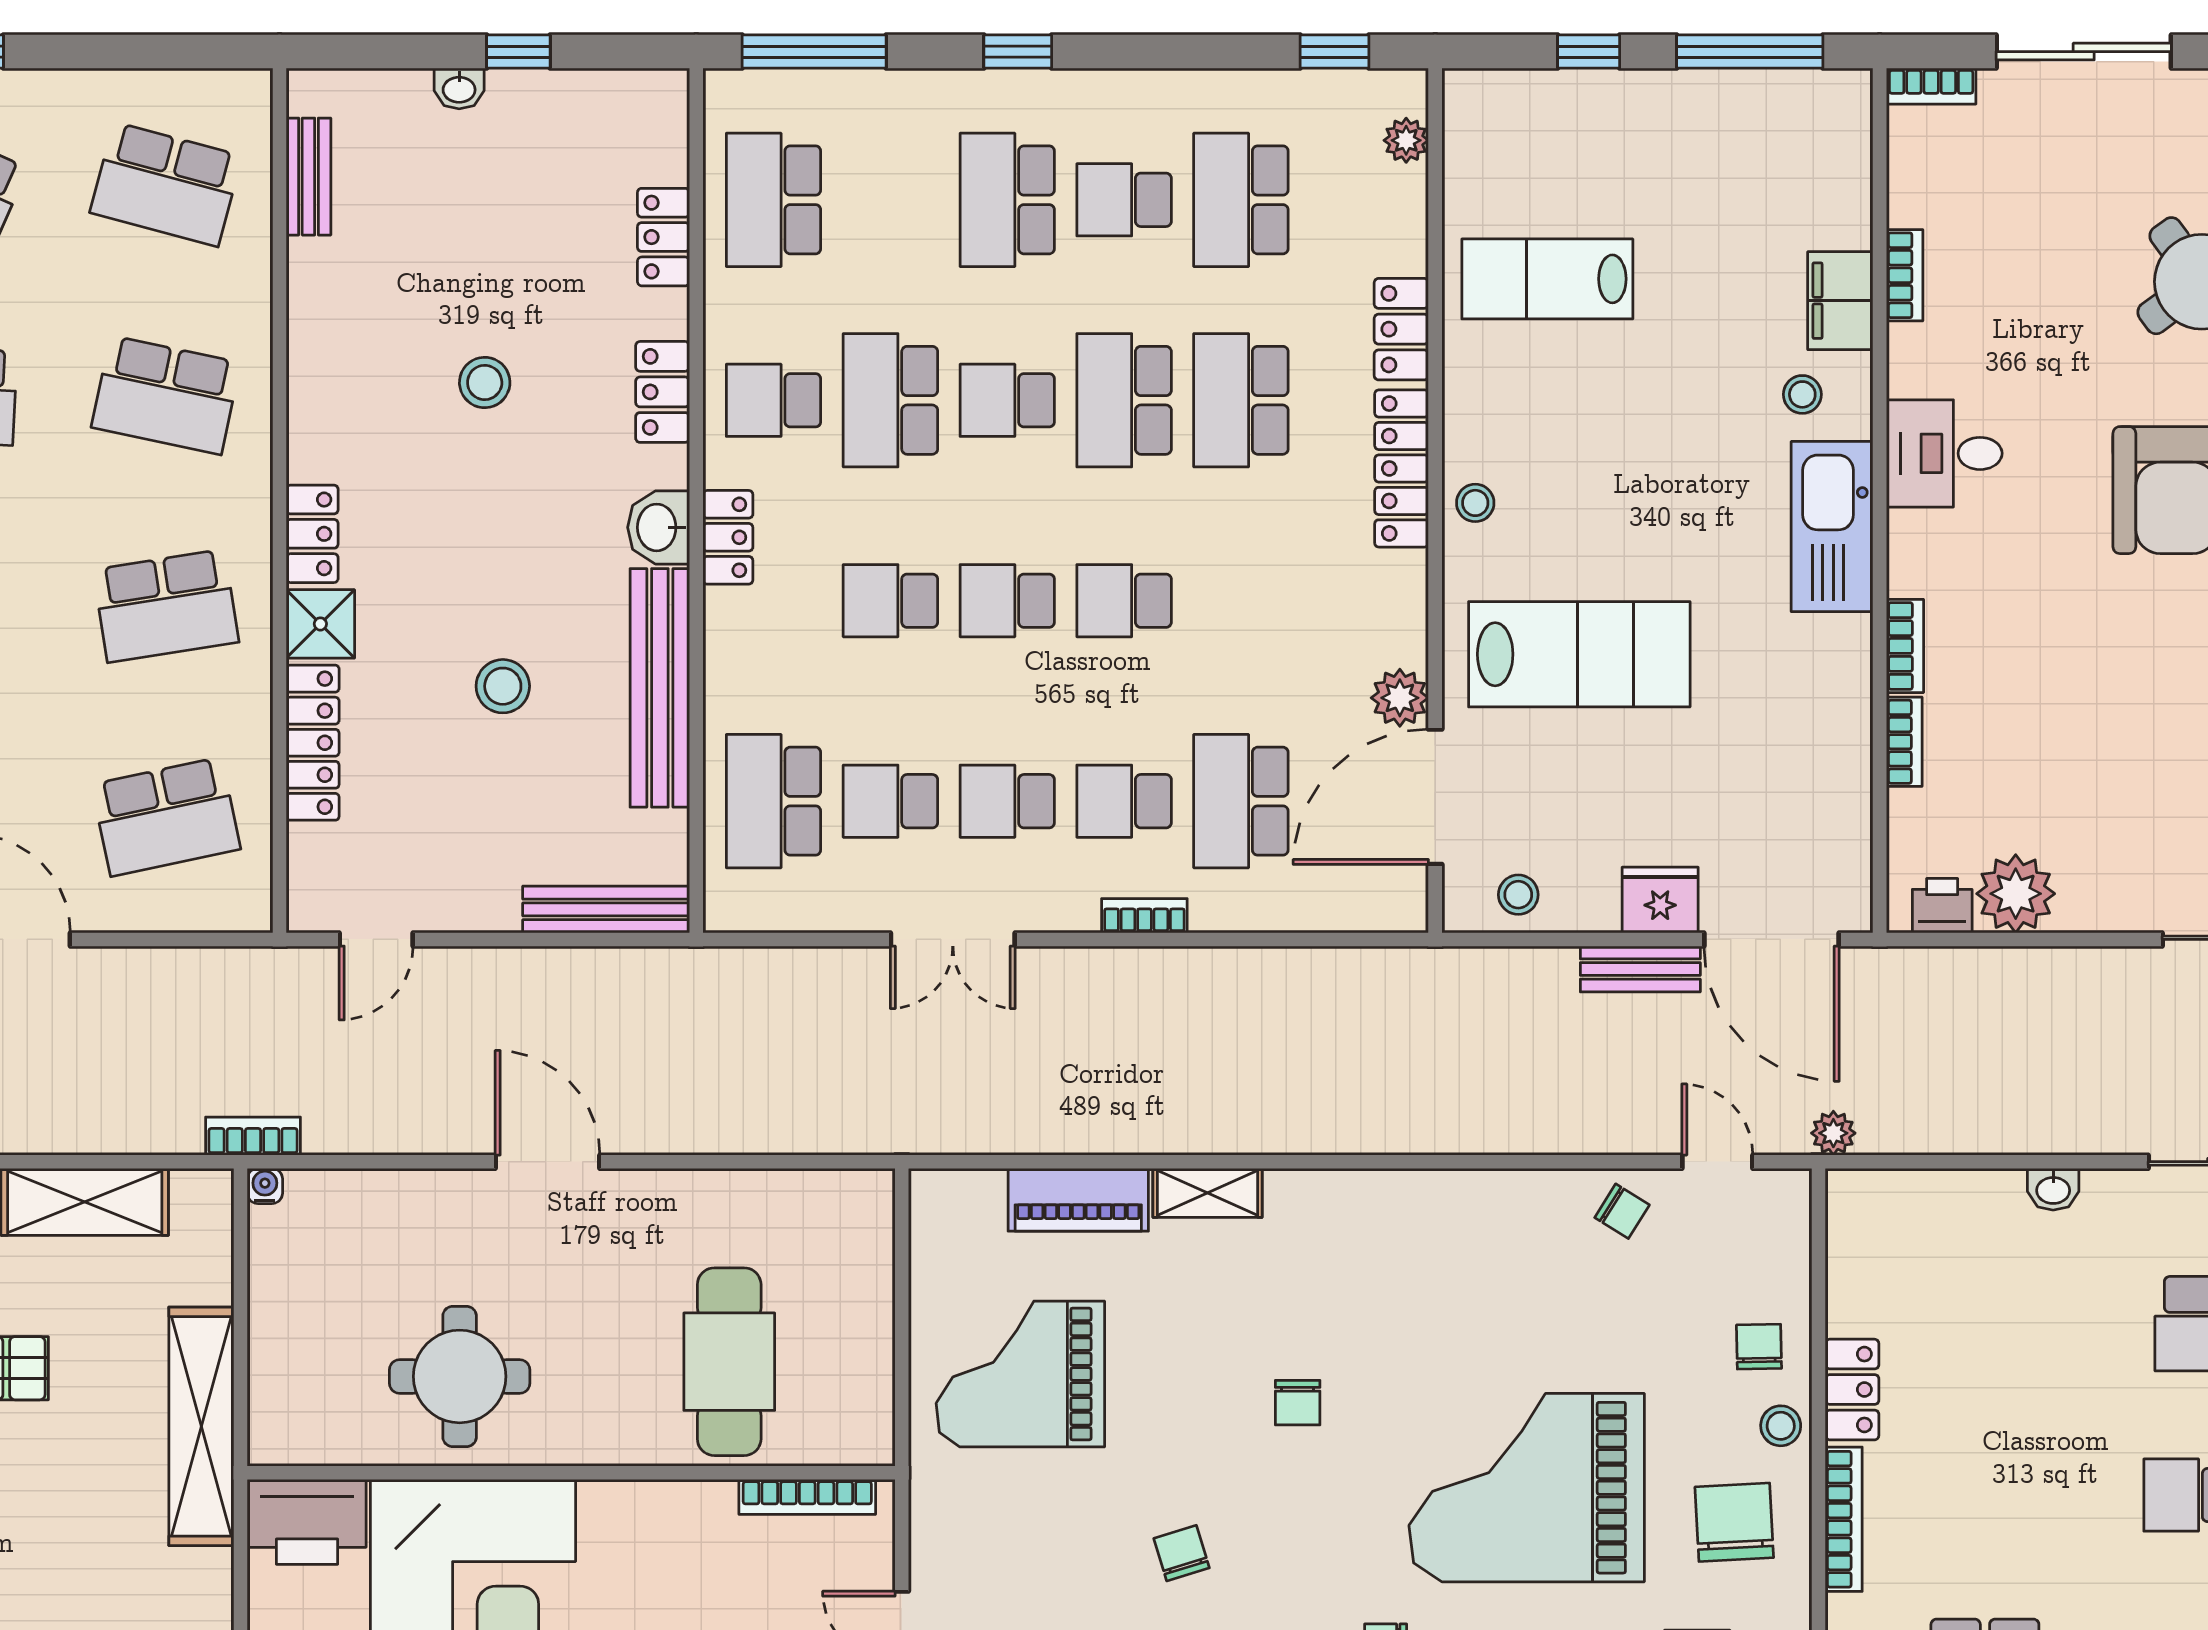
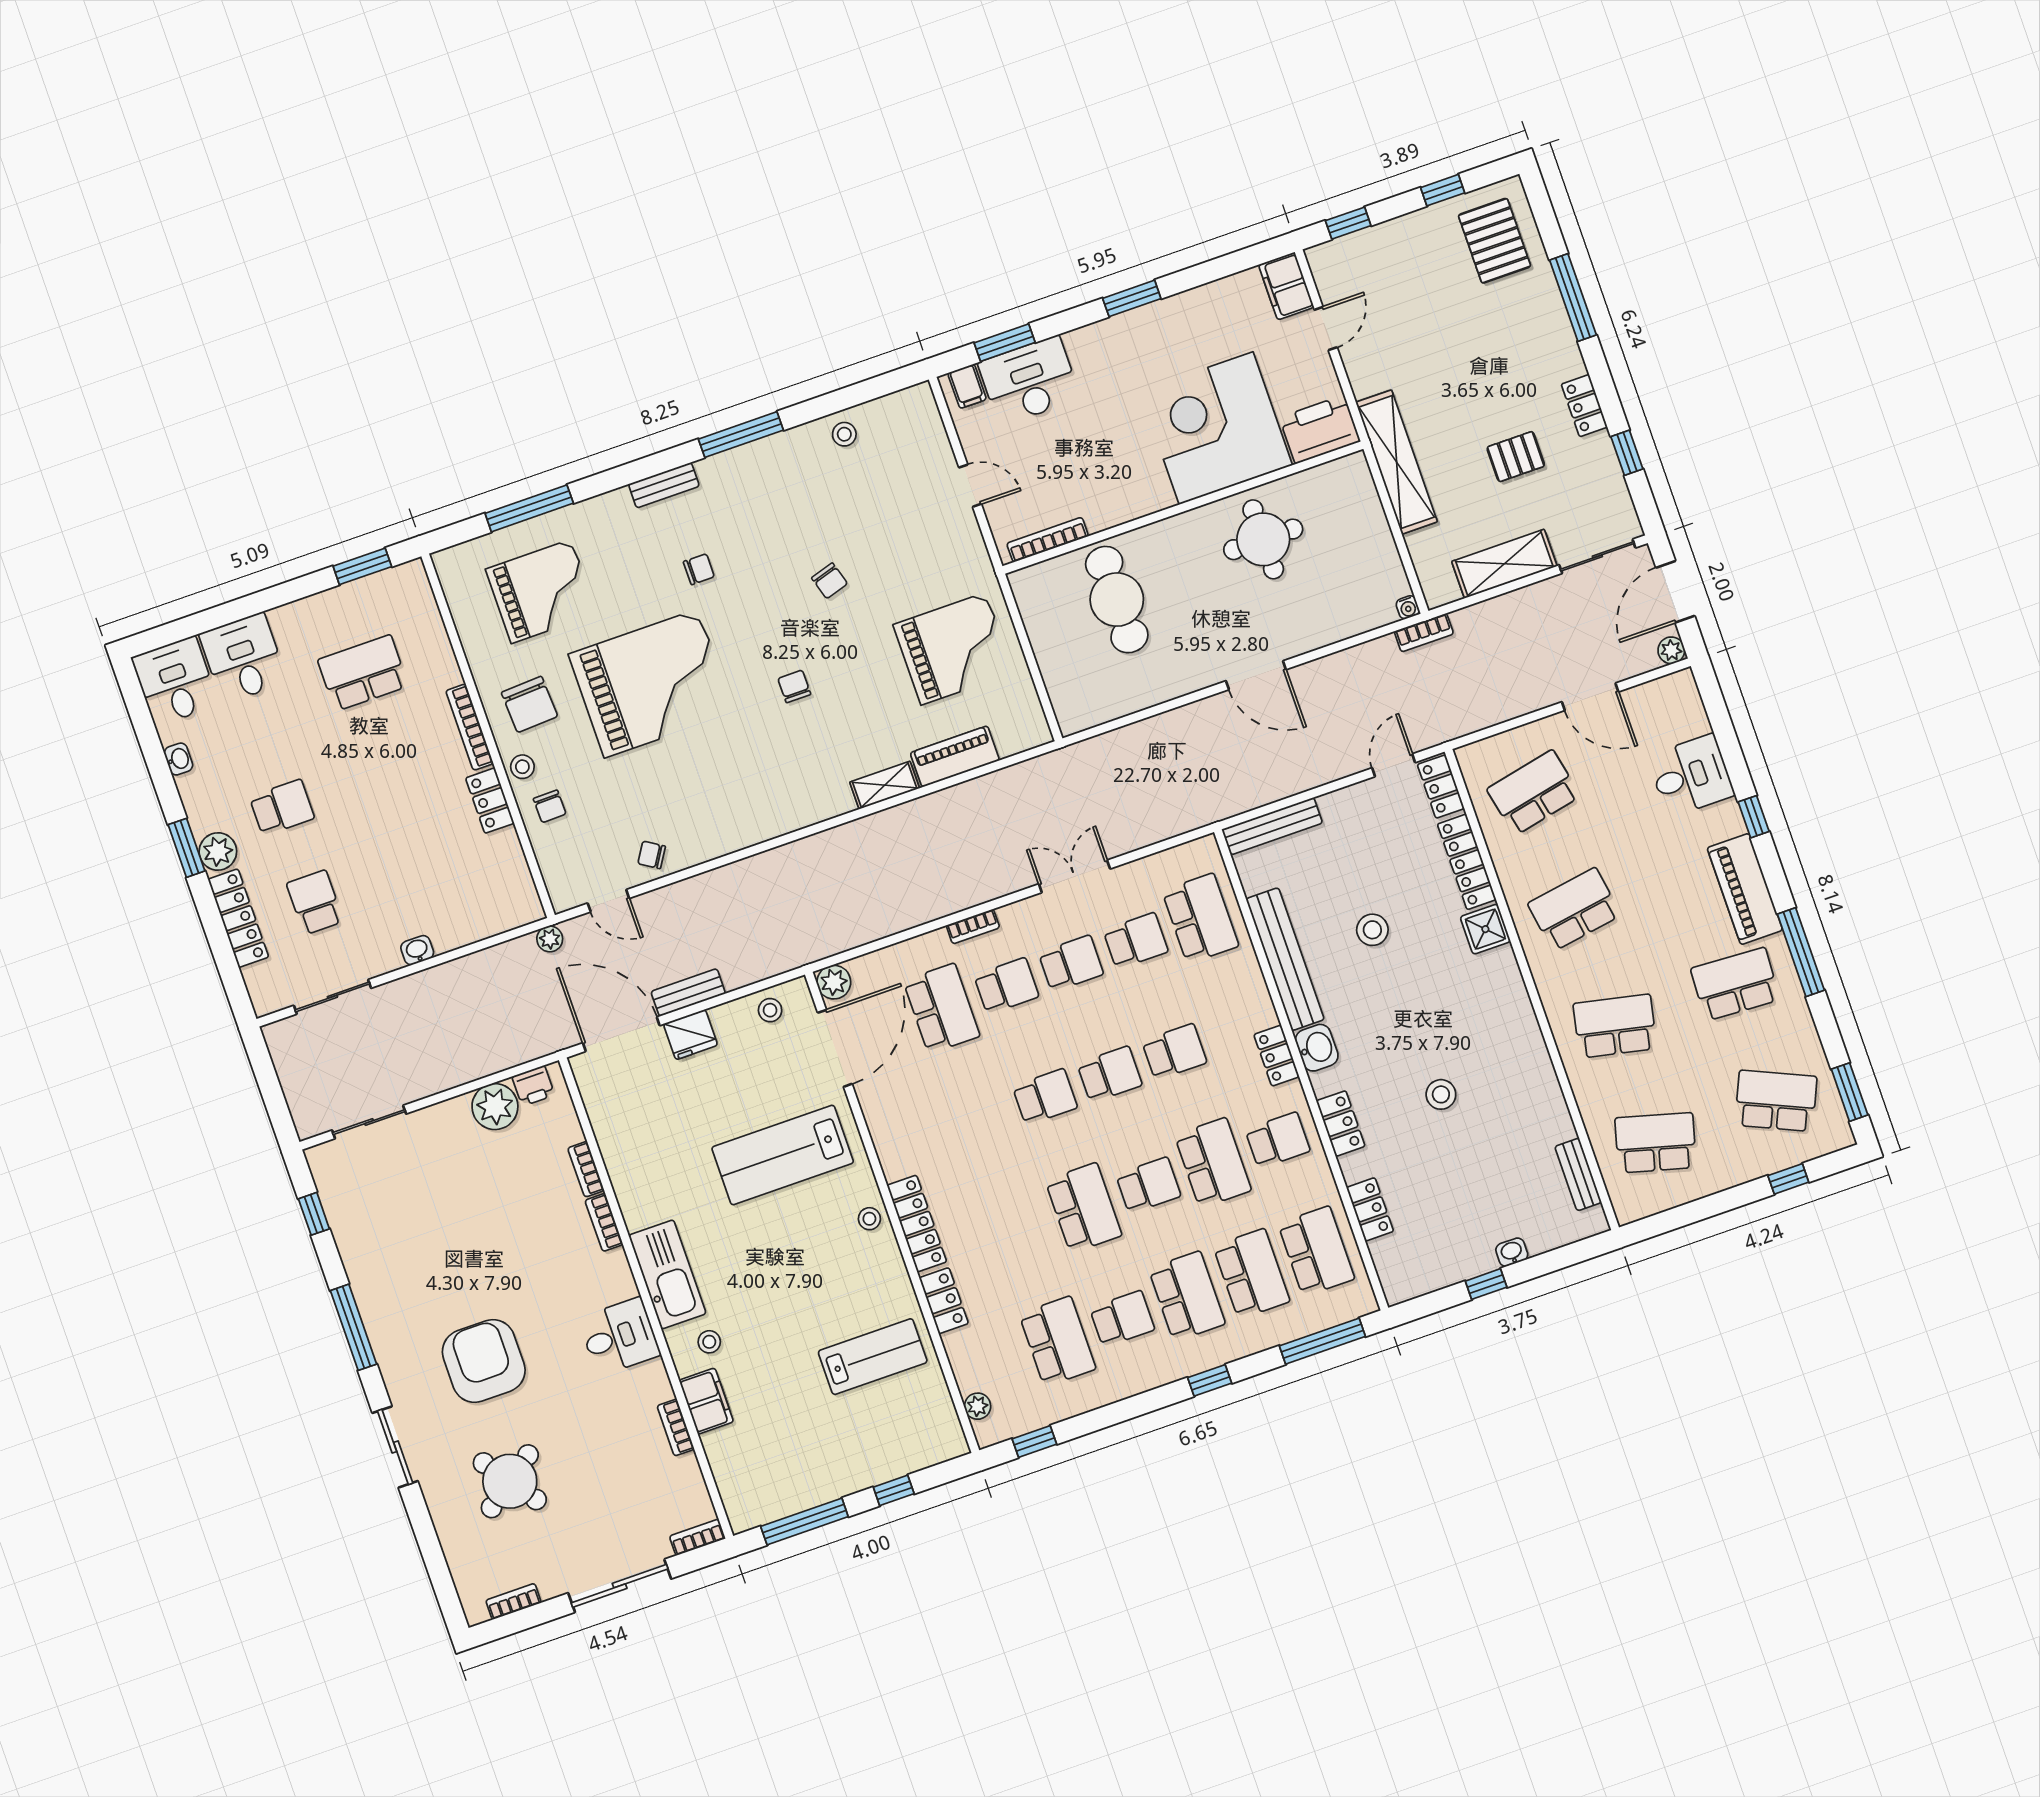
school desk: (1241, 400) -> (1252, 1274), moved
locker: (312, 534) -> (1441, 787), moved
plant: (1400, 698) -> (834, 982), moved

